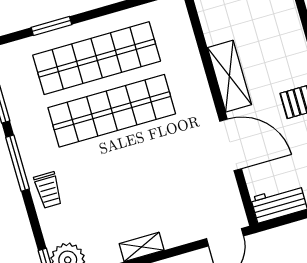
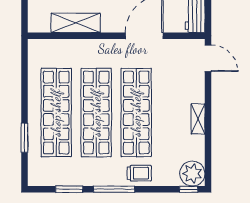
shelving: (229, 76) -> (76, 23), moved
shop shelf: (127, 163) -> (136, 113), added

